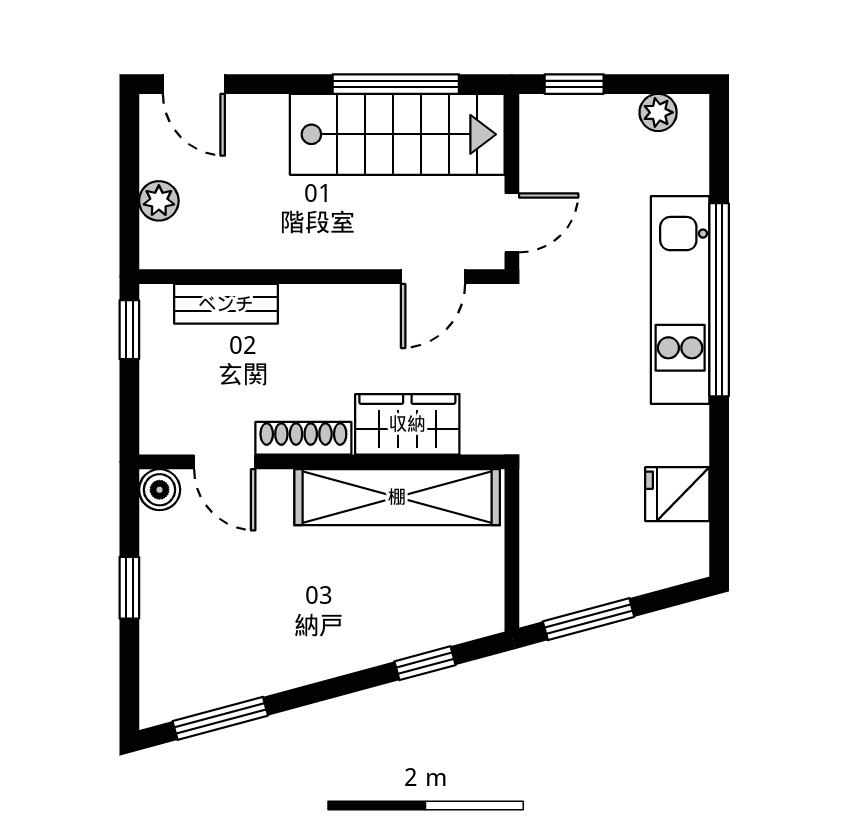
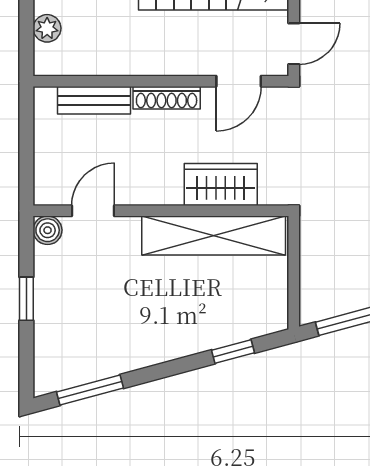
window: (129, 330) -> (26, 118), removed
shoe rack: (303, 438) -> (167, 98), moved, turned 180
door: (225, 462) -> (93, 211), swing flipped

